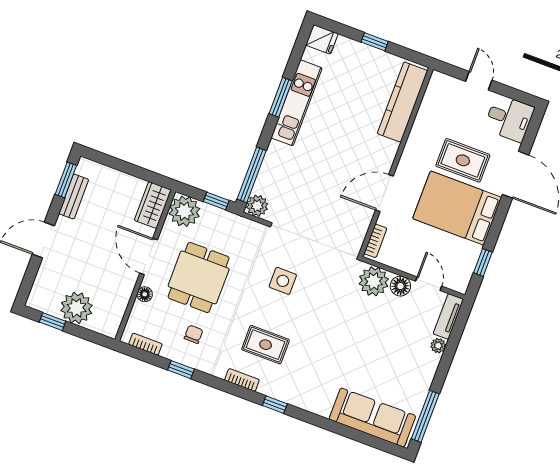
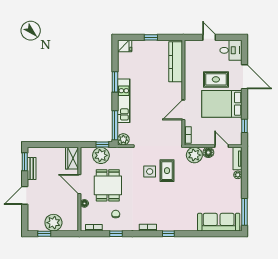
kitchen unit: (297, 103) -> (124, 101), moved
plant: (184, 211) -> (101, 155), moved
rug: (266, 345) -> (167, 171), moved, turned 90

